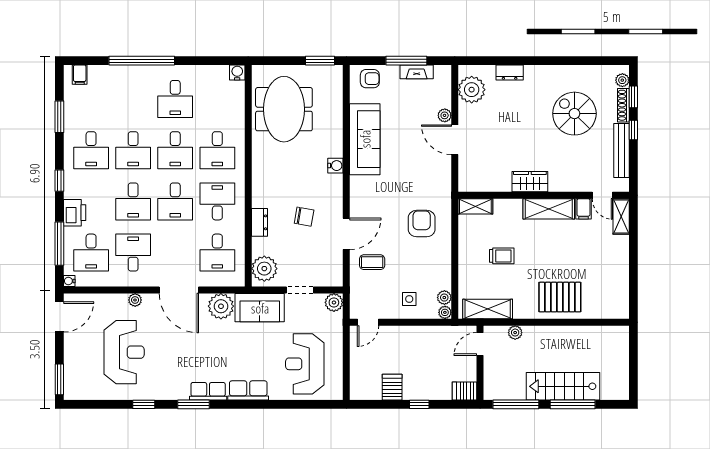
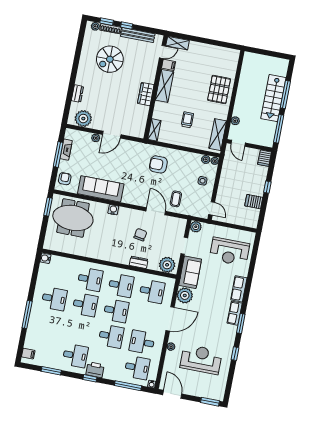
window: (142, 61) -> (27, 314), width x0.68
meeting table: (284, 109) -> (73, 218), moved
desk: (133, 150) -> (80, 330), removed
desk: (217, 201) -> (121, 285), turned 180
printer: (75, 213) -> (95, 370), moved

